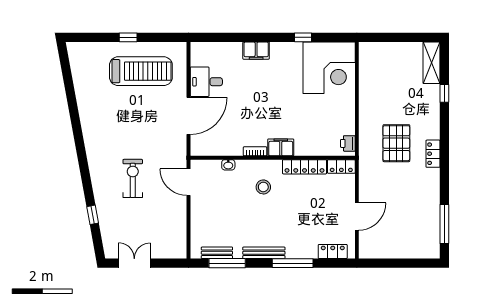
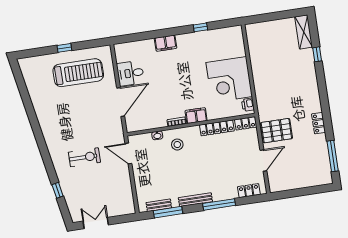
corner desk: (329, 68) -> (229, 80), moved, turned 90
pallet: (396, 143) -> (276, 131), moved, turned 90
locker: (433, 154) -> (319, 123), moved
exercise bike: (133, 178) -> (85, 157), turned 90
stool: (263, 187) -> (177, 145), moved

